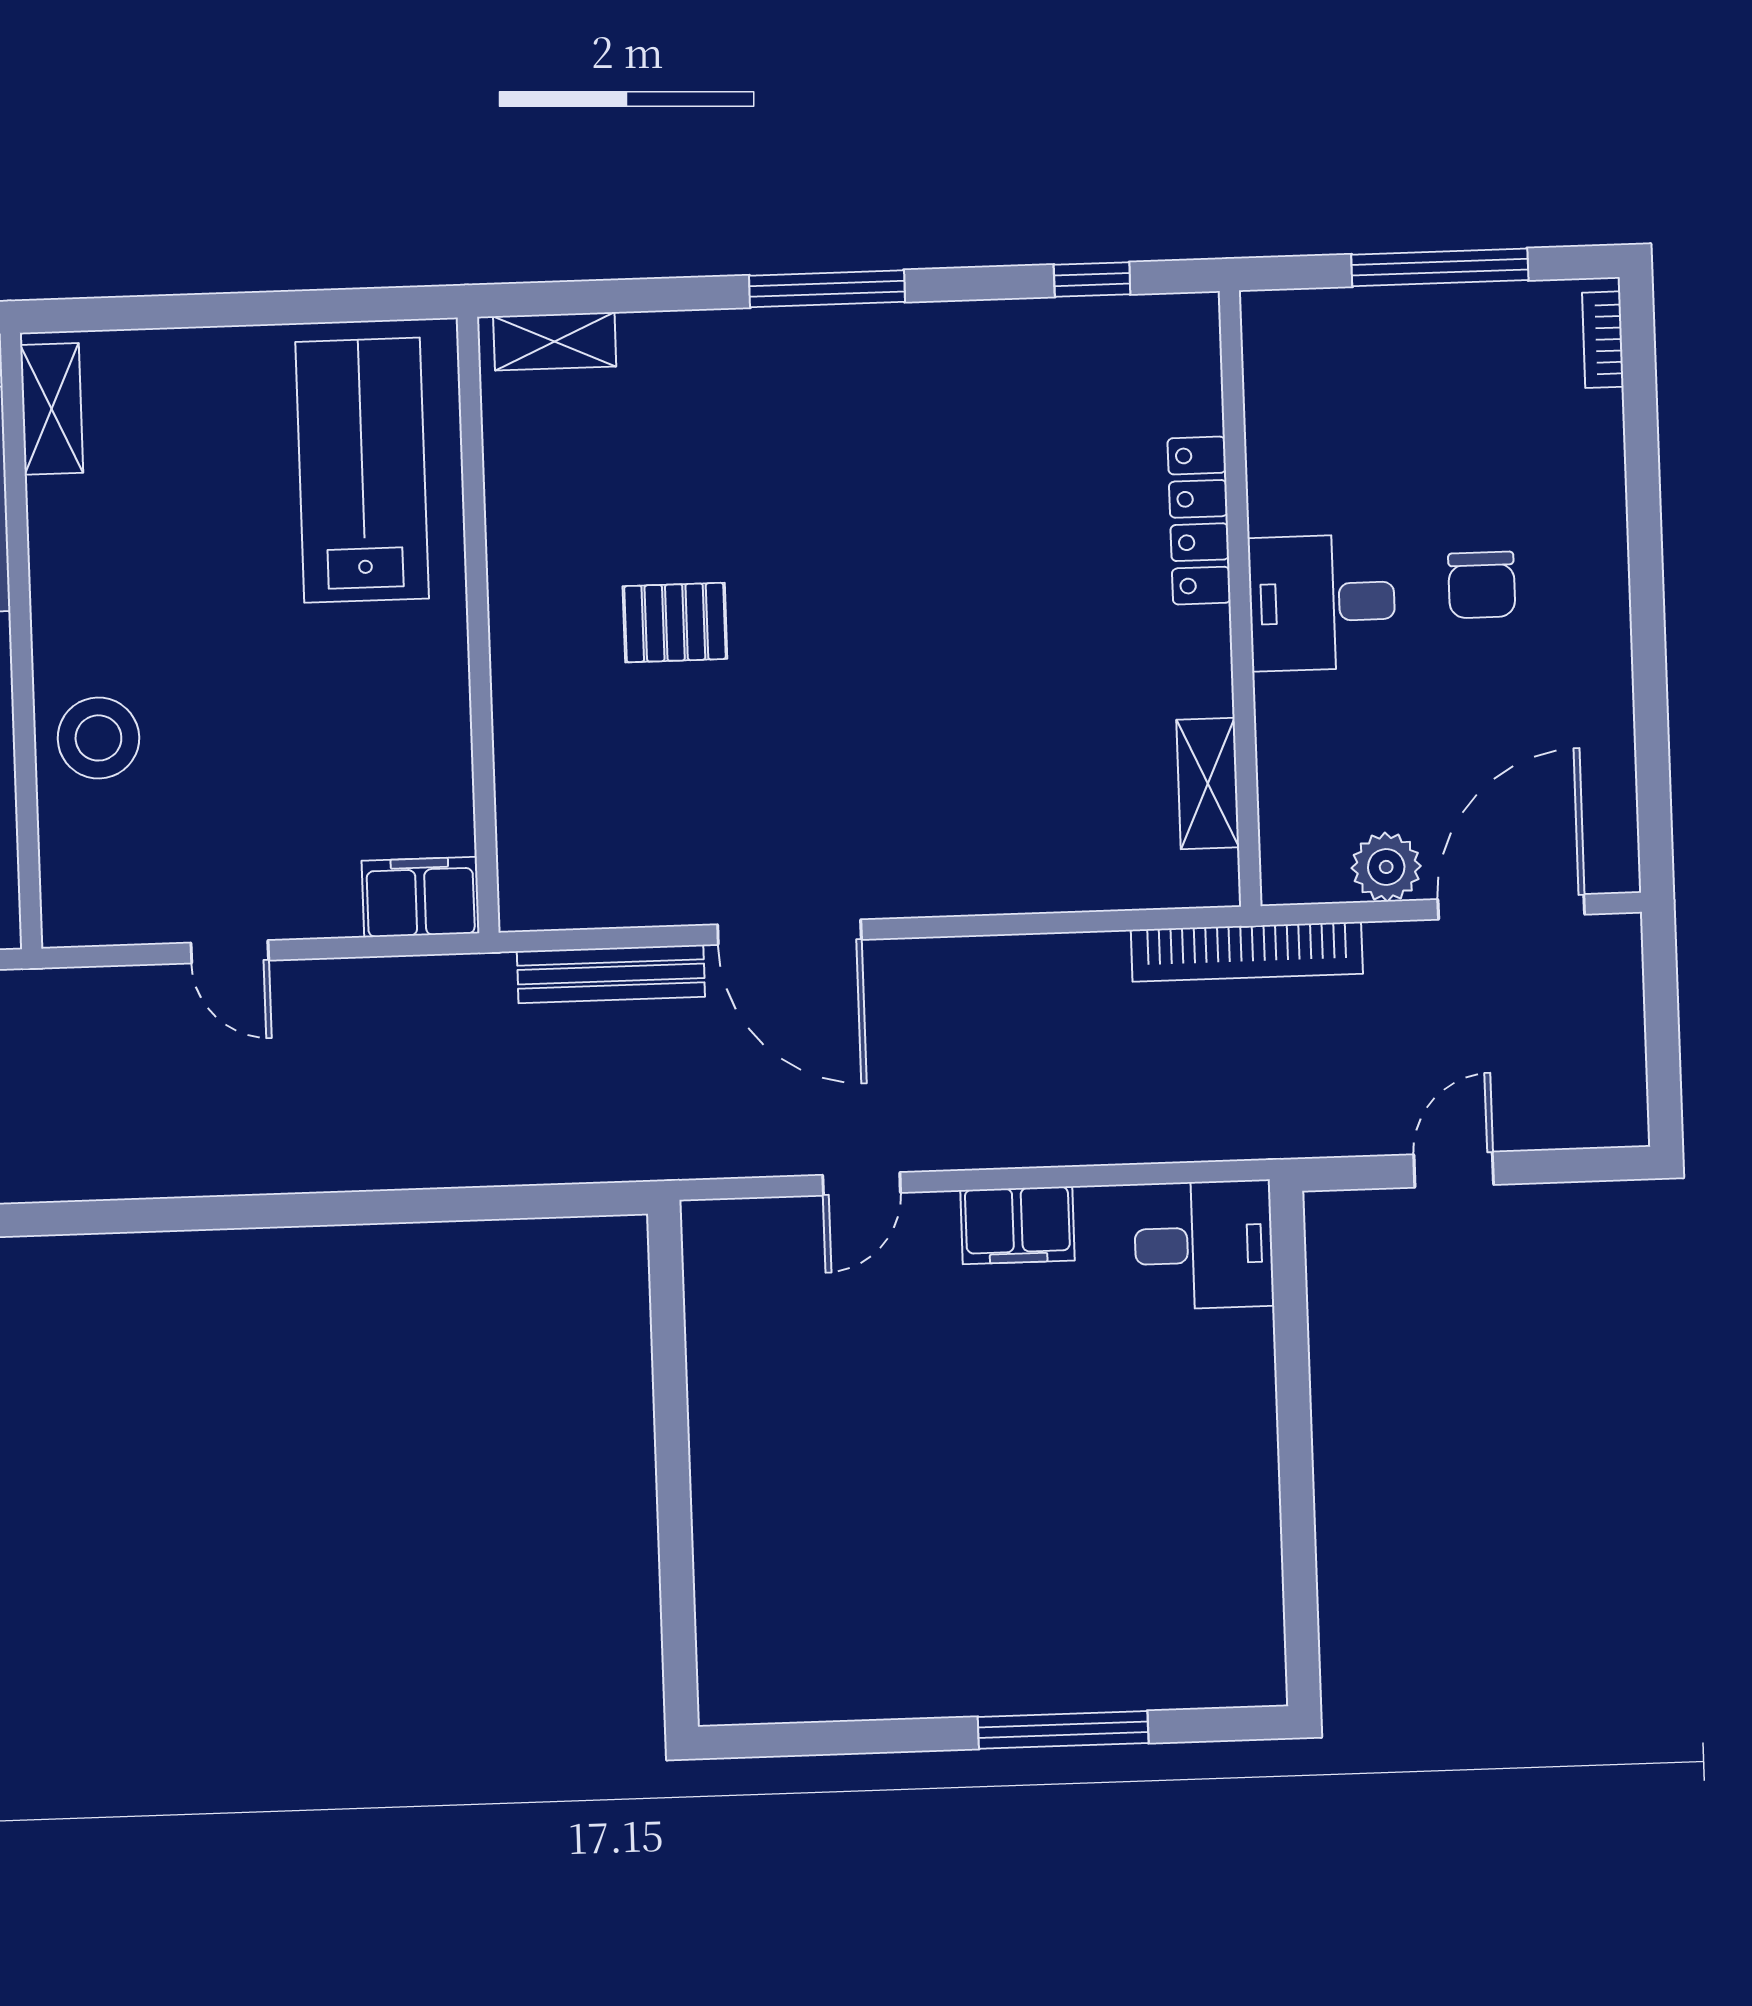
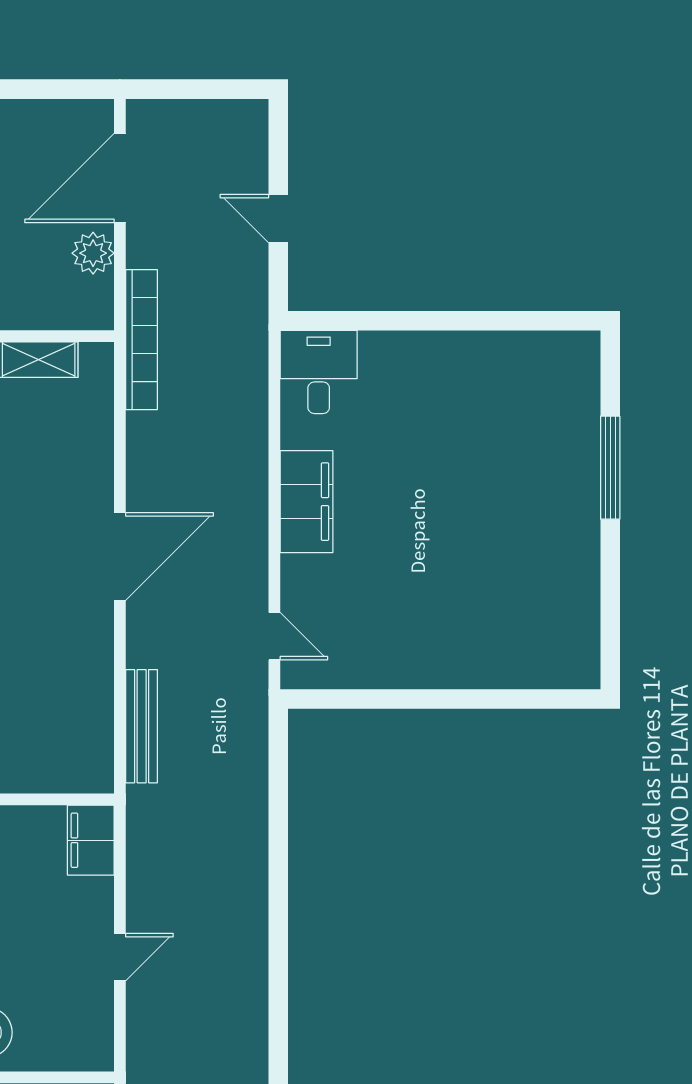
door: (1511, 907) -> (120, 178), hinge flipped
door: (789, 932) -> (120, 557), moved
door: (862, 1184) -> (274, 636), moved
filing cabinet: (1018, 1225) -> (307, 502), width x1.50, depth x1.17

